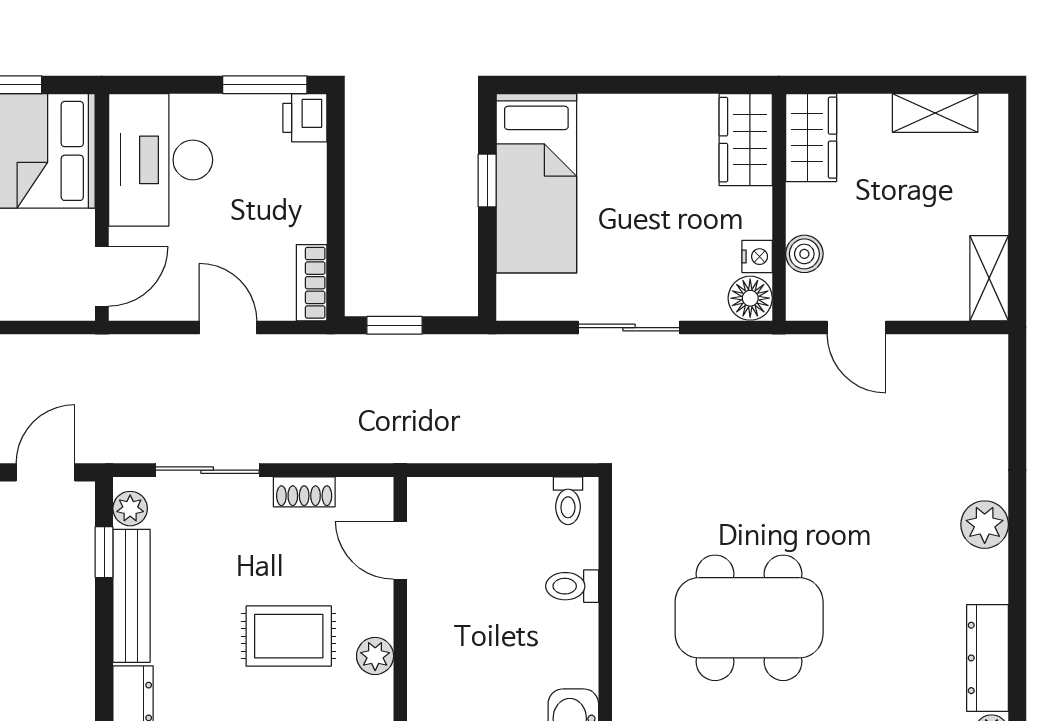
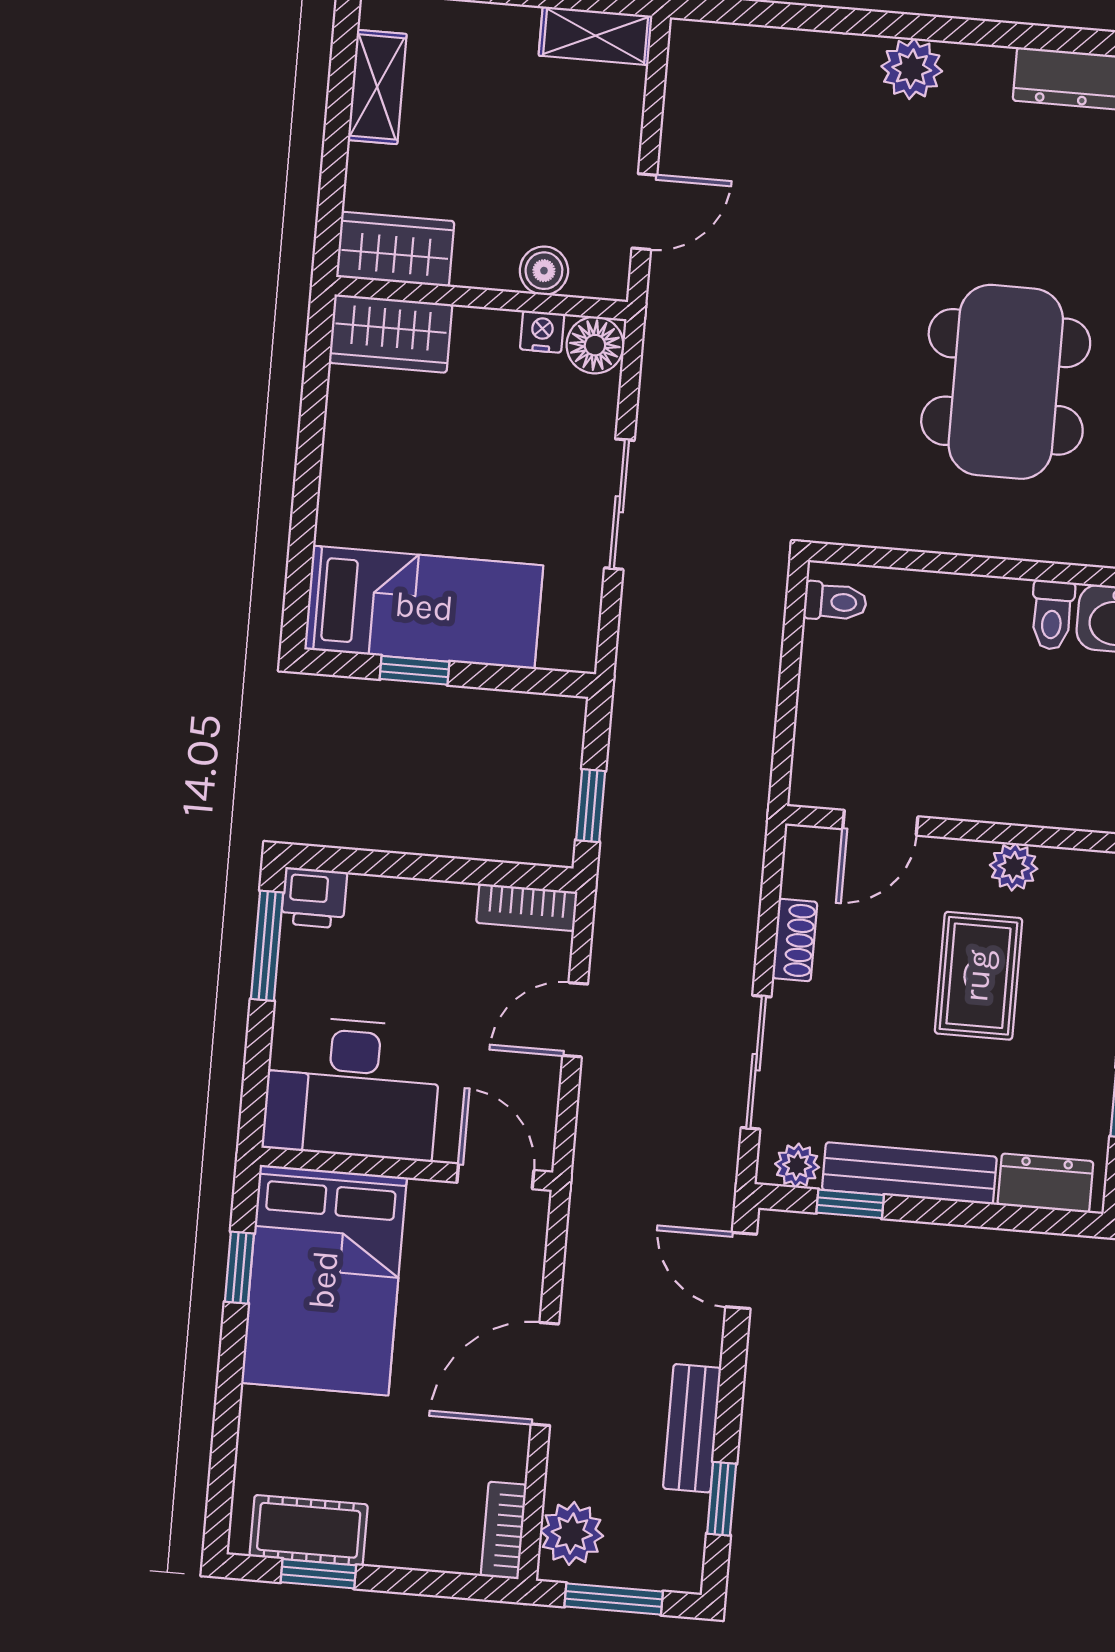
toilet: (572, 586) -> (1052, 615), moved

